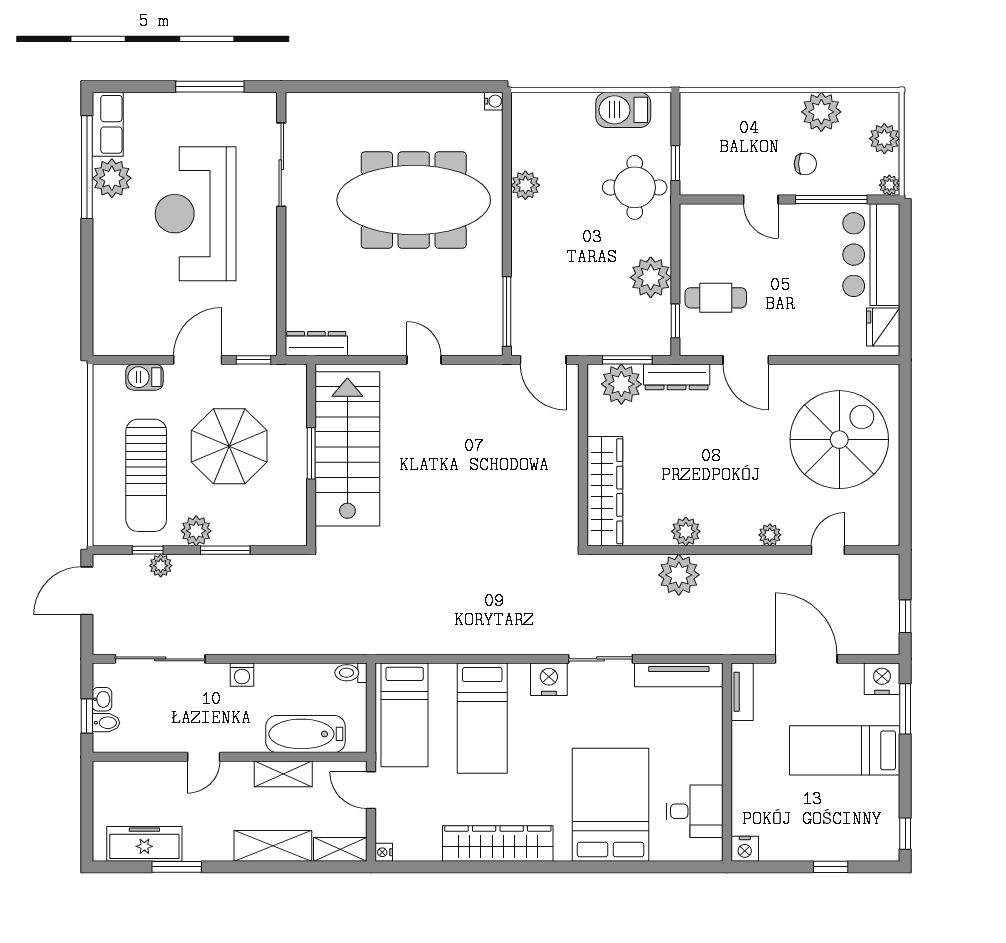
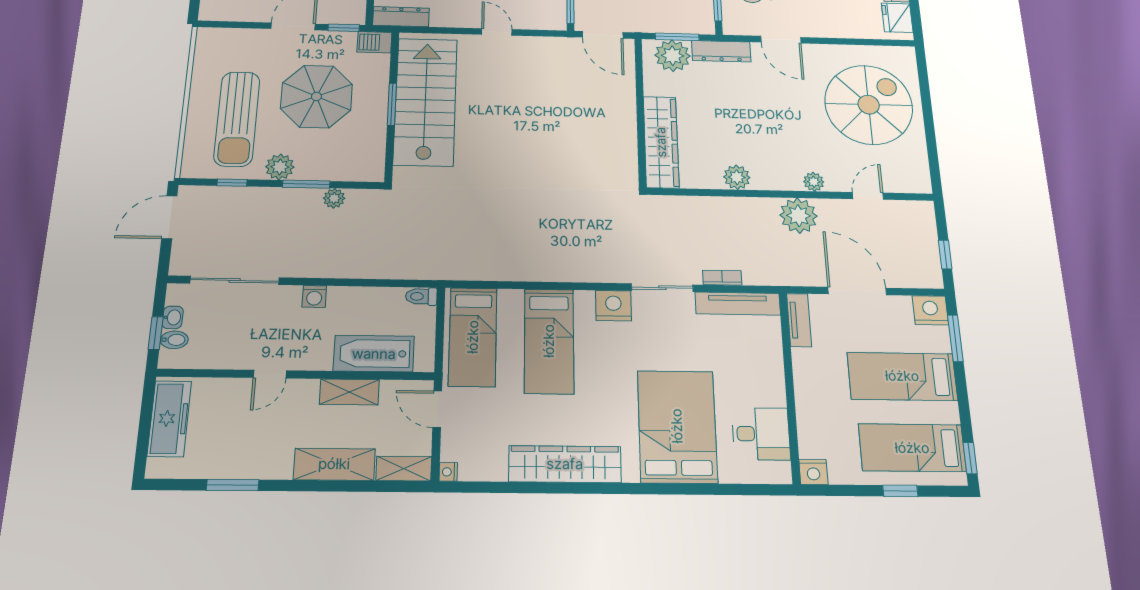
barbecue: (144, 377) -> (374, 42), moved
plant: (161, 566) -> (334, 198), moved
plant: (679, 575) -> (799, 216), moved
bookcase: (664, 647) -> (722, 278), added
bed: (847, 824) -> (912, 448), added
freezer: (144, 844) -> (169, 419), moved, turned 90

